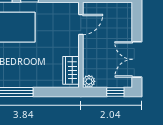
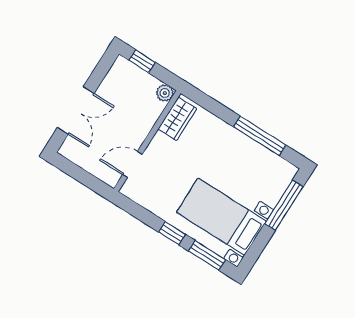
double door: (137, 59) -> (76, 110), moved

